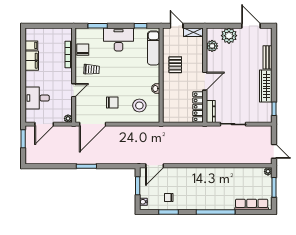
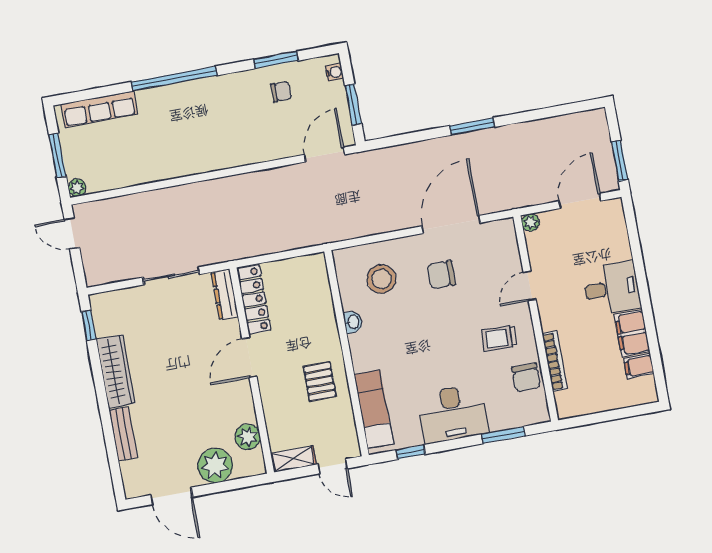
desk: (37, 98) -> (612, 288), moved
door: (93, 124) -> (451, 225), moved

